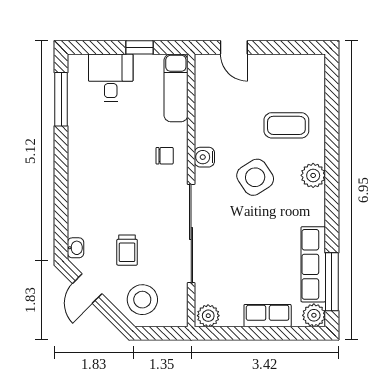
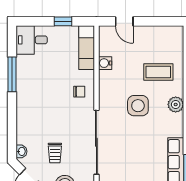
desk: (111, 78) -> (32, 40), moved, turned -90
window: (61, 99) -> (12, 74), moved
water cooler: (204, 157) -> (105, 63), moved
side table: (255, 177) -> (138, 106), turned 33

